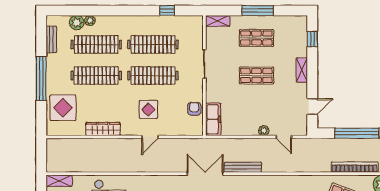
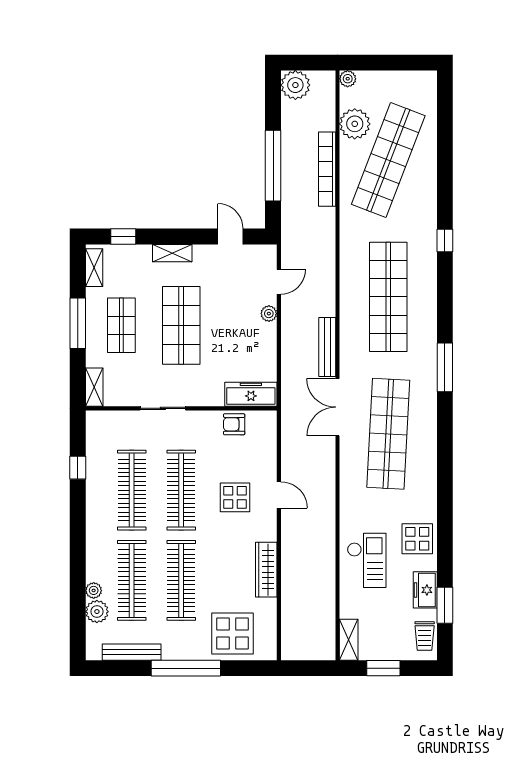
shelving: (293, 21) -> (94, 268), added
bench: (51, 39) -> (132, 652), width x1.36
shop shelf: (256, 76) -> (181, 325), width x1.43, depth x1.36

